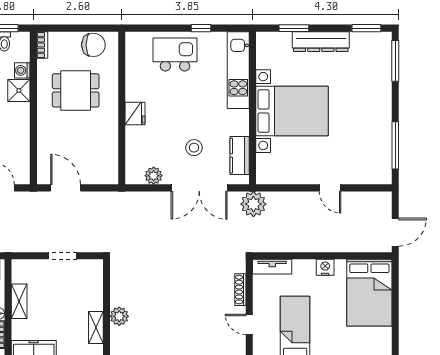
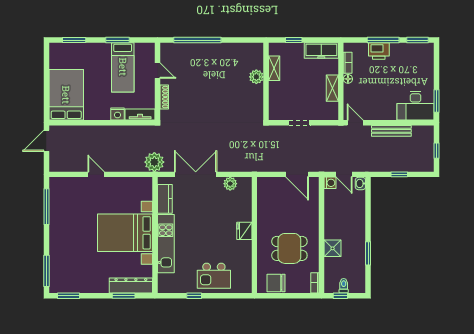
dresser: (321, 42) -> (131, 286), moved
washing machine: (22, 70) -> (330, 183), moved
kitchen unit: (238, 70) -> (166, 244), moved
stool: (194, 148) -> (199, 205), removed
nightstand: (325, 267) -> (118, 114), moved

